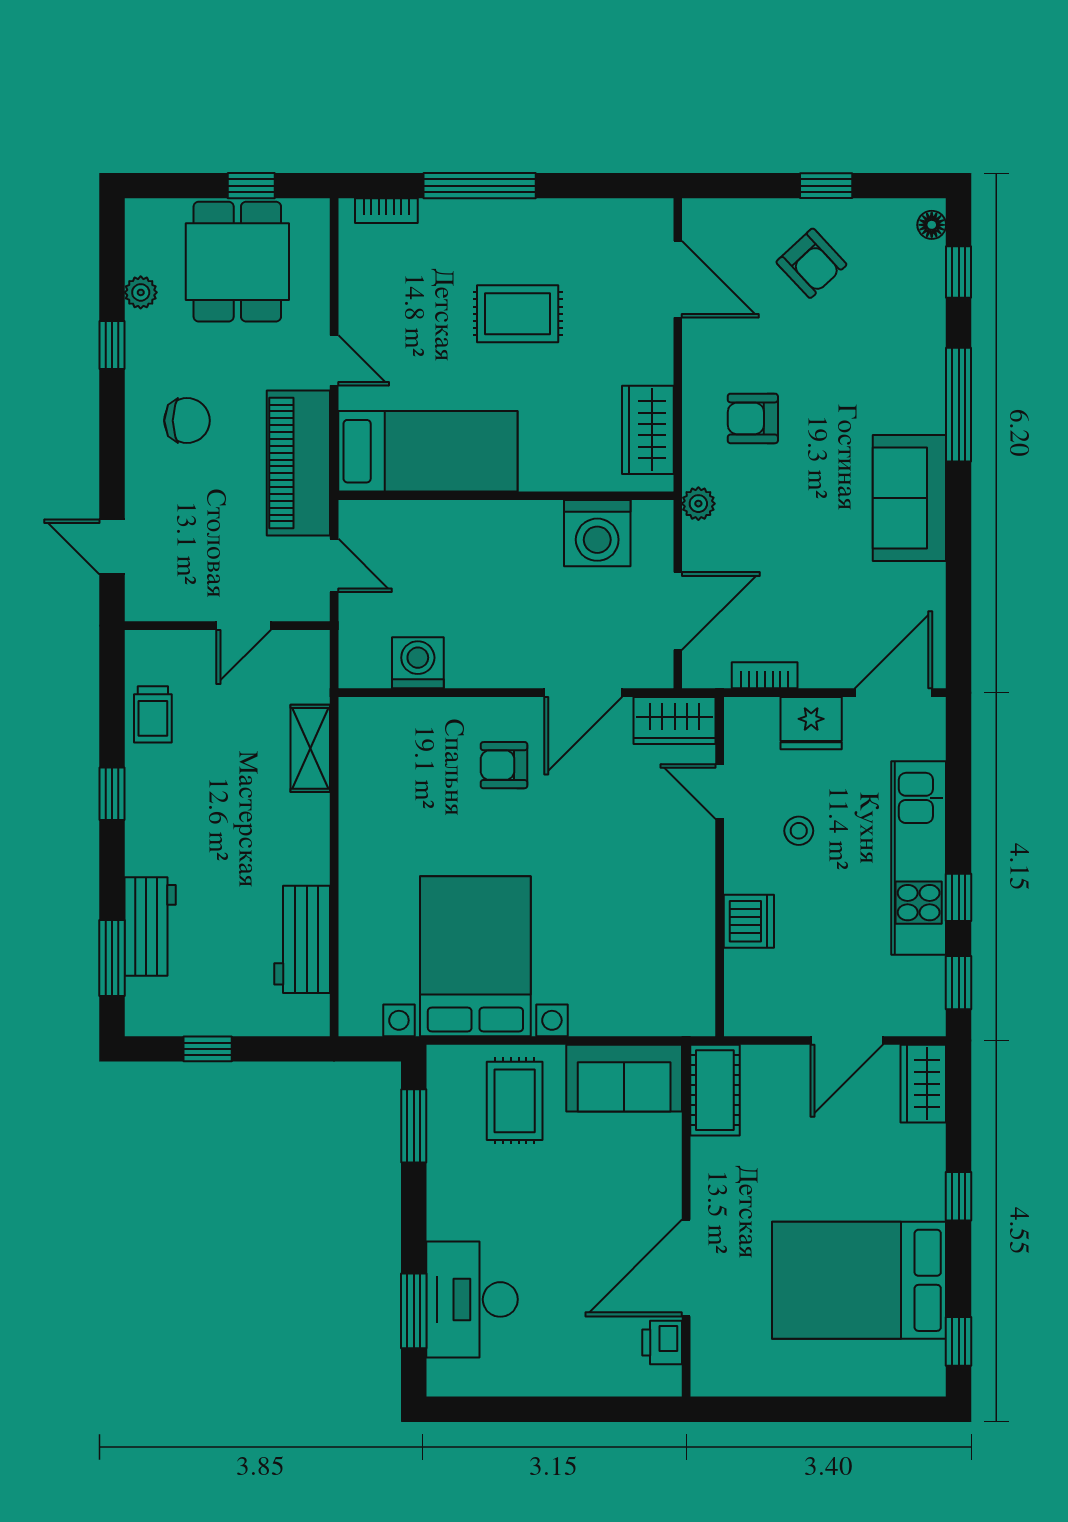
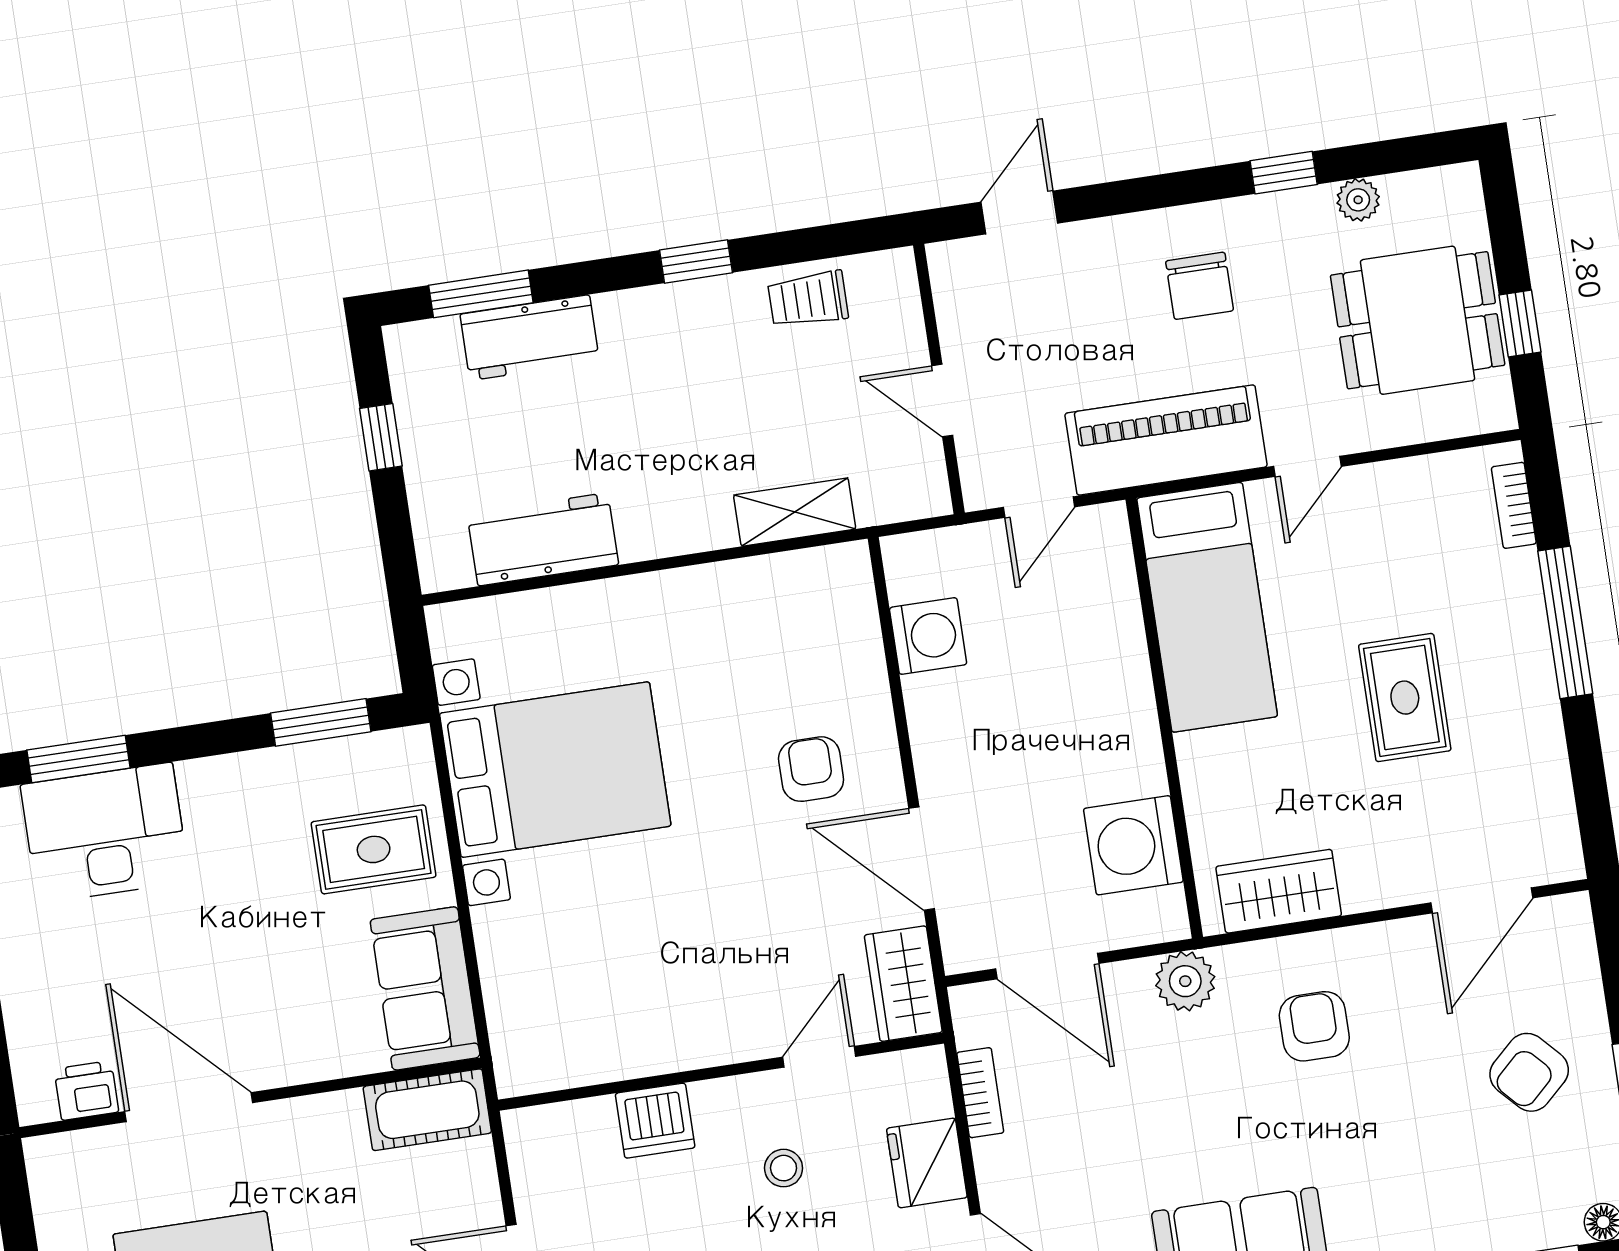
plant: (698, 504) -> (1185, 981), width x1.38, depth x1.38

